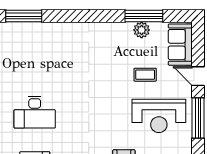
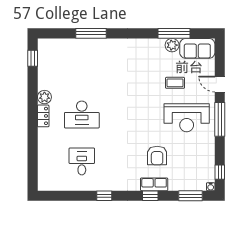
window: (24, 16) -> (91, 33), moved
sofa: (180, 45) -> (197, 48), moved, turned -90

